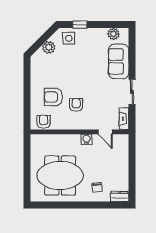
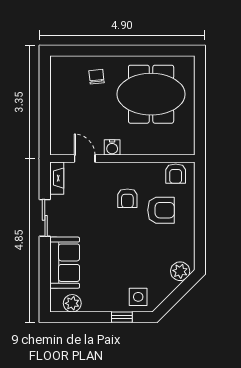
plant: (49, 47) -> (180, 271), moved
dresser: (120, 196) -> (63, 63), removed

